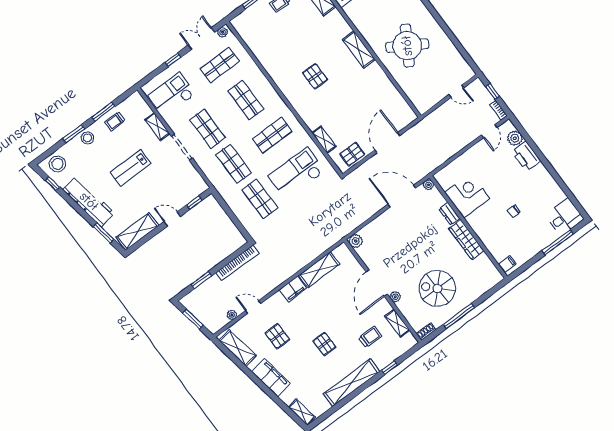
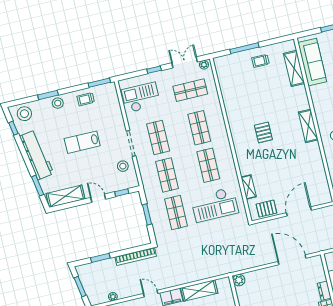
window: (103, 112) -> (99, 83), moved
shelving: (157, 127) -> (118, 118), removed
shop shelf: (272, 135) -> (208, 165), turned 90
checkout: (296, 173) -> (215, 205), turned 180
stool: (184, 174) -> (123, 166), added
plant: (428, 185) -> (317, 260), removed
window: (230, 214) -> (147, 214), added
door: (253, 307) -> (151, 294), moved

